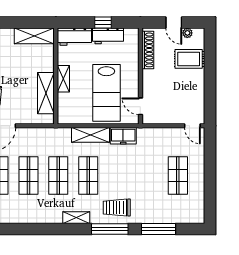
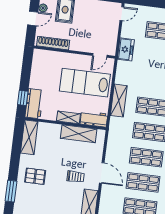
window: (103, 23) -> (23, 98), moved
workbench: (108, 36) -> (94, 119), moved, turned -90
lab bench: (106, 93) -> (85, 83), turned 180
freezer: (123, 136) -> (126, 49), moved

